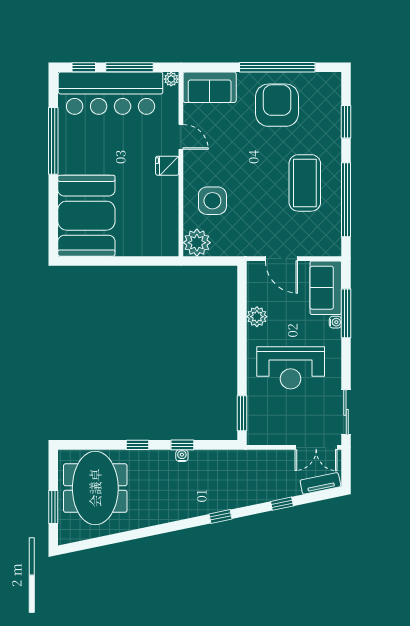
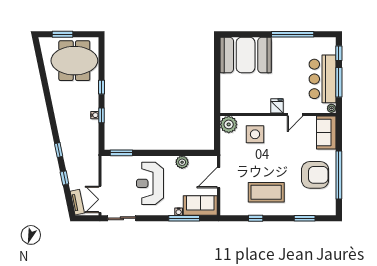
bar counter: (111, 93) -> (323, 79), width x0.73
window: (346, 200) -> (256, 218), width x0.32
window: (220, 516) -> (59, 150), moved

